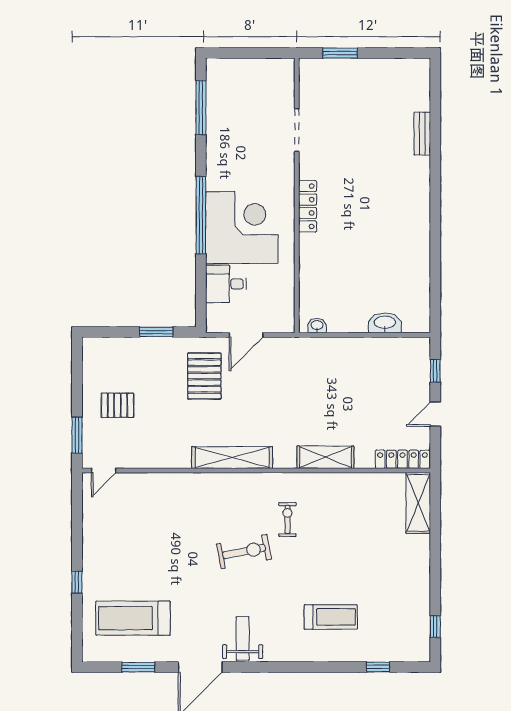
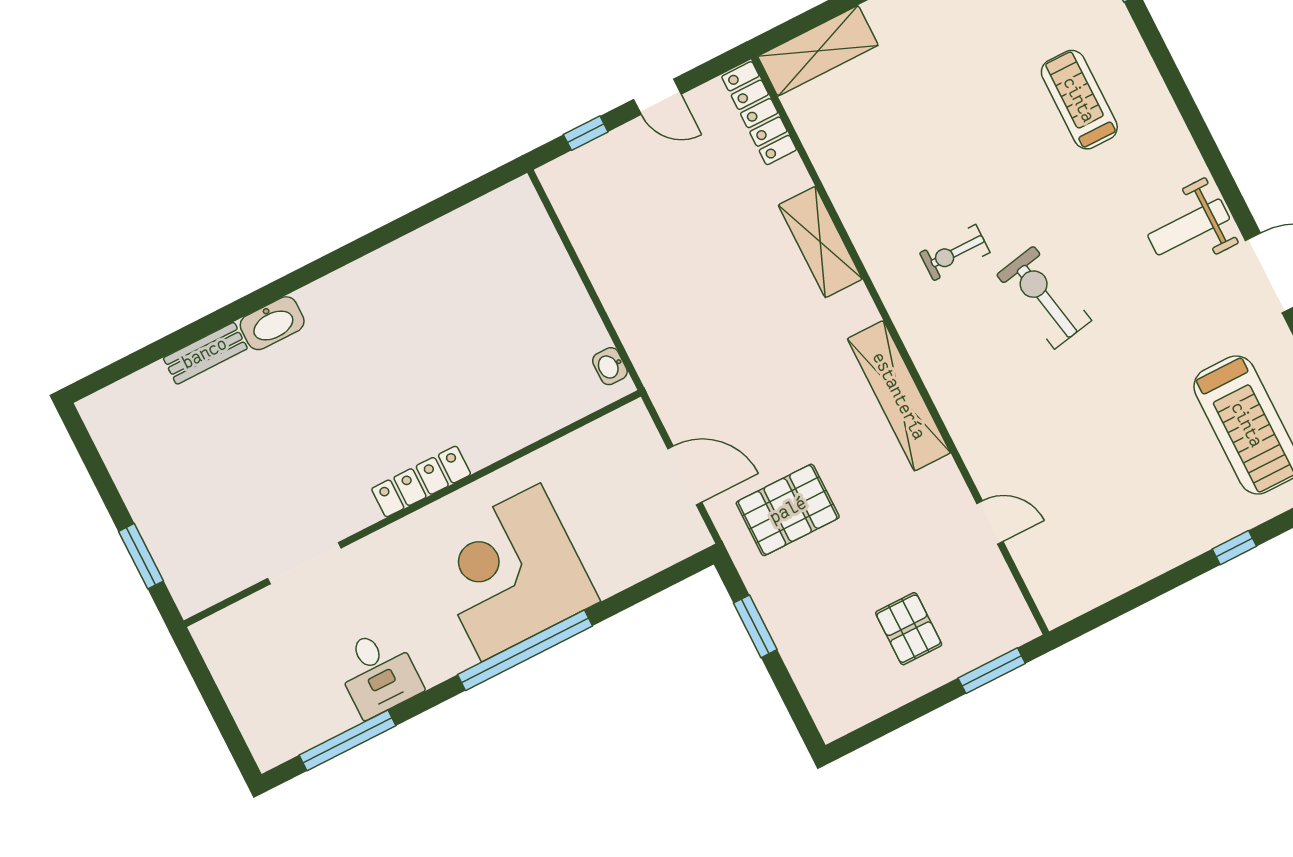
desk: (226, 284) -> (378, 673), moved
washbasin: (385, 323) -> (272, 323), moved, turned -90
door: (104, 470) -> (990, 522), moved

